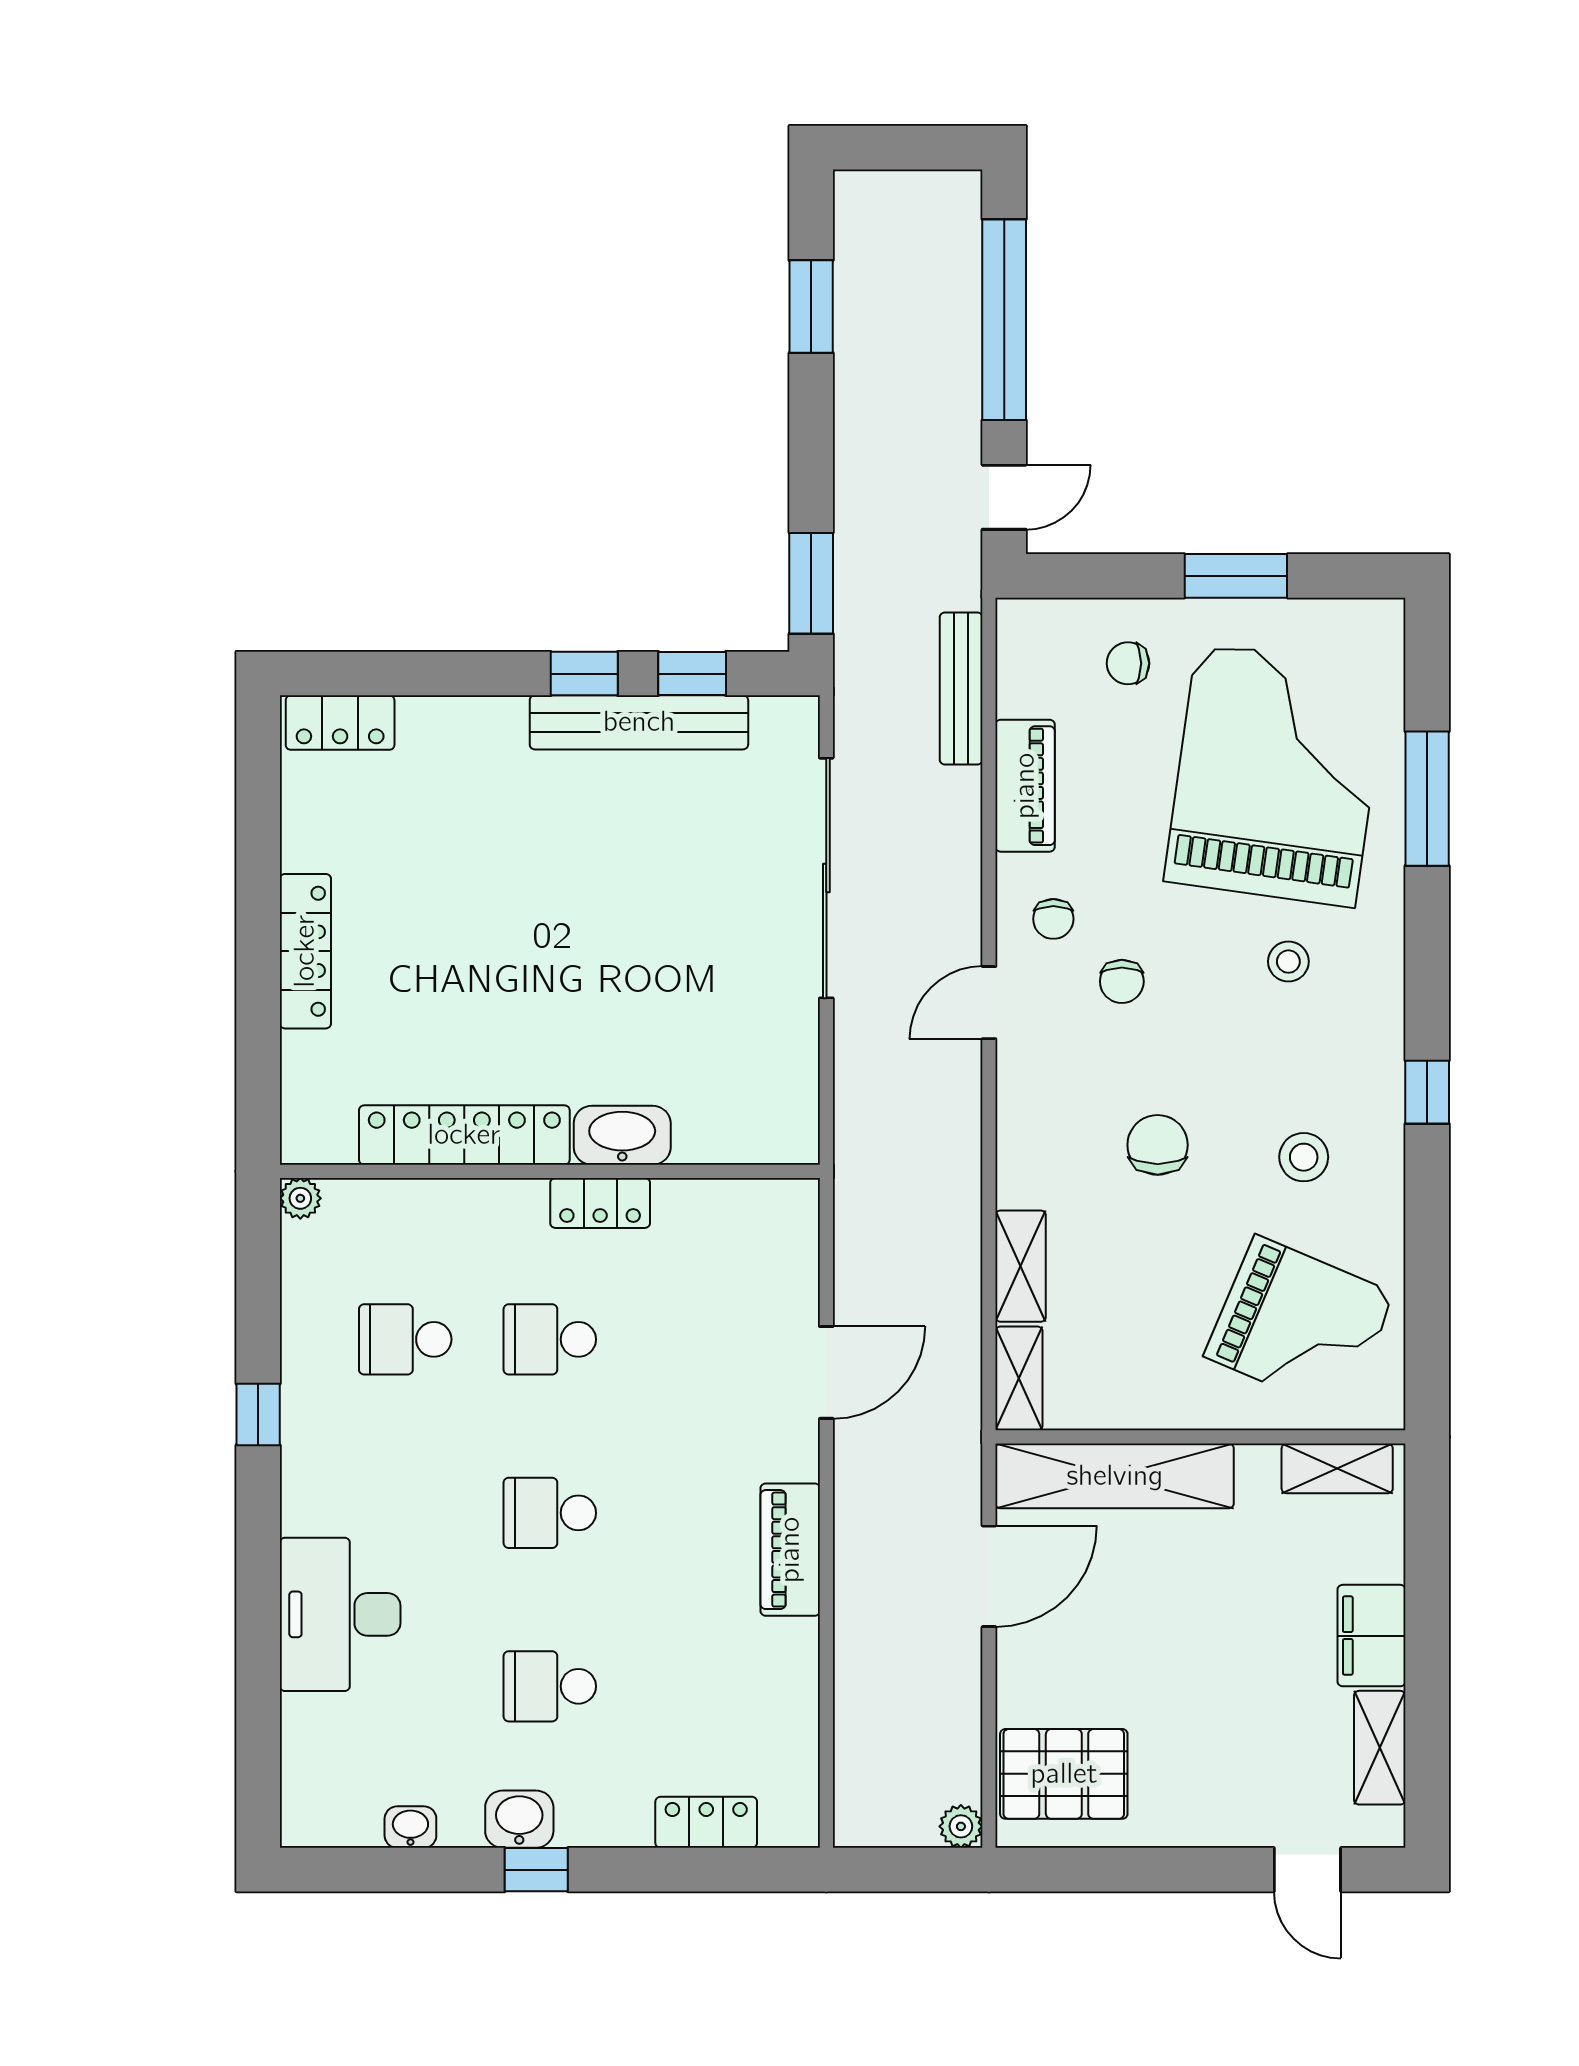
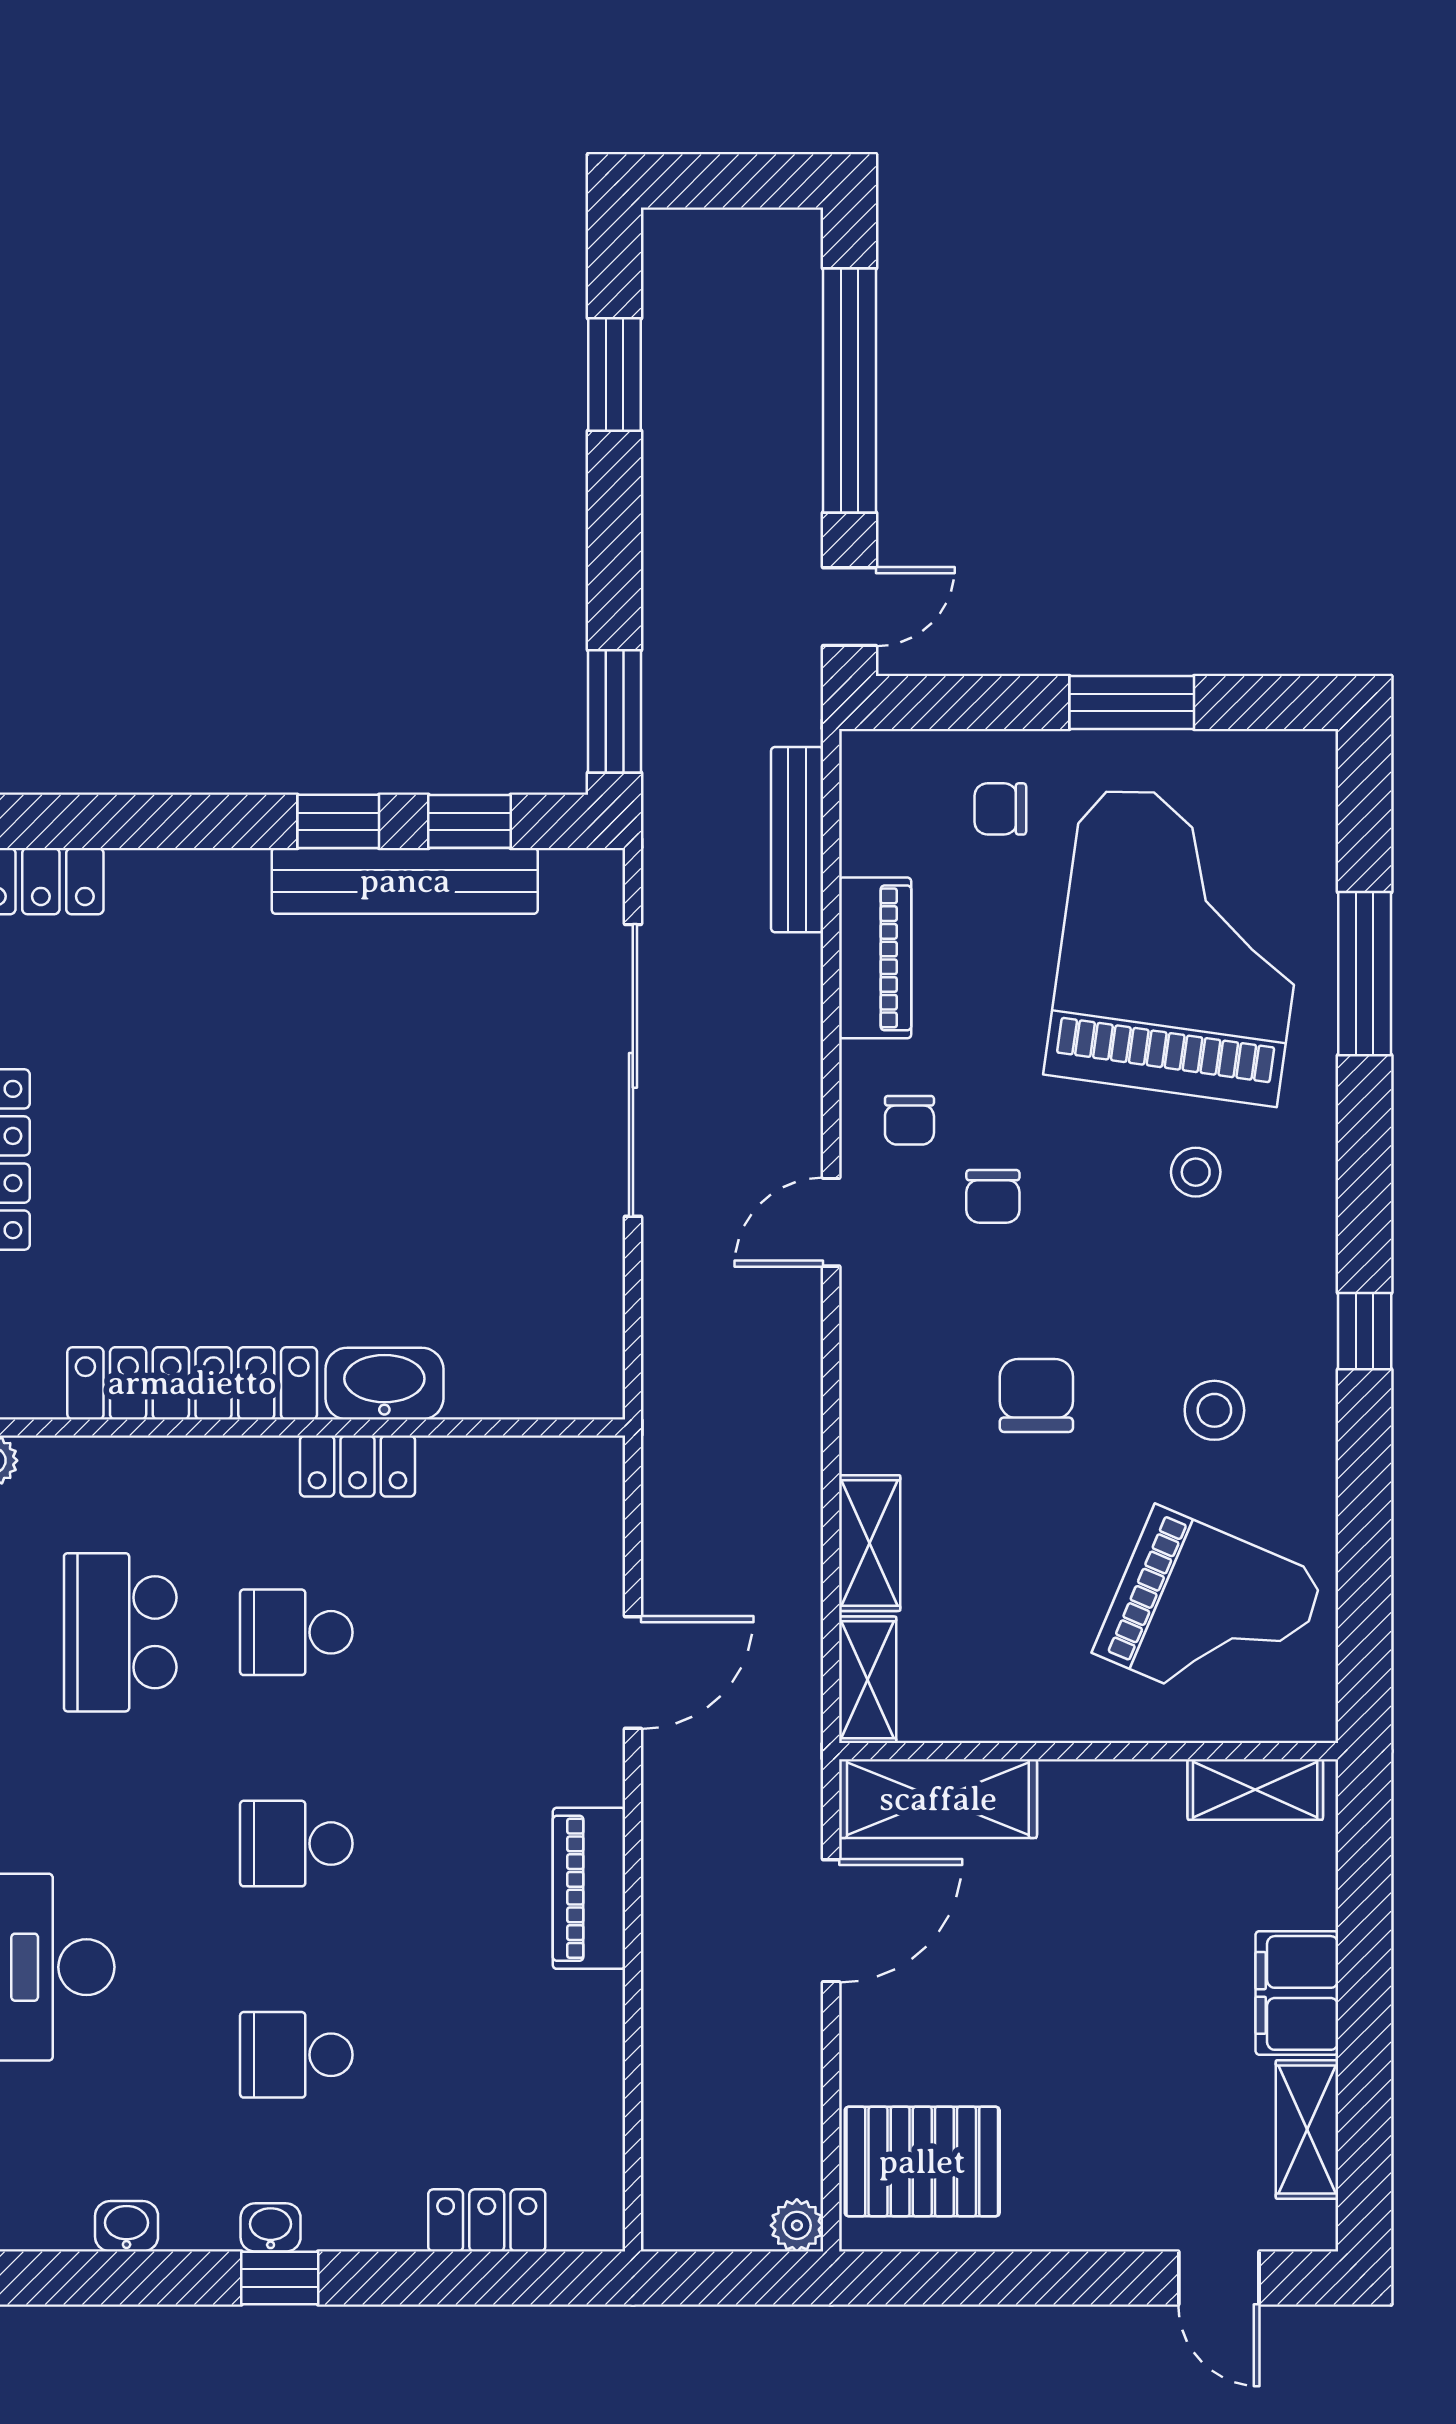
school desk: (405, 1339) -> (120, 1632), width x1.85
shelving: (1115, 1476) -> (938, 1799), width x0.68
washbasin: (519, 1819) -> (271, 2227), width x0.72, depth x0.69

